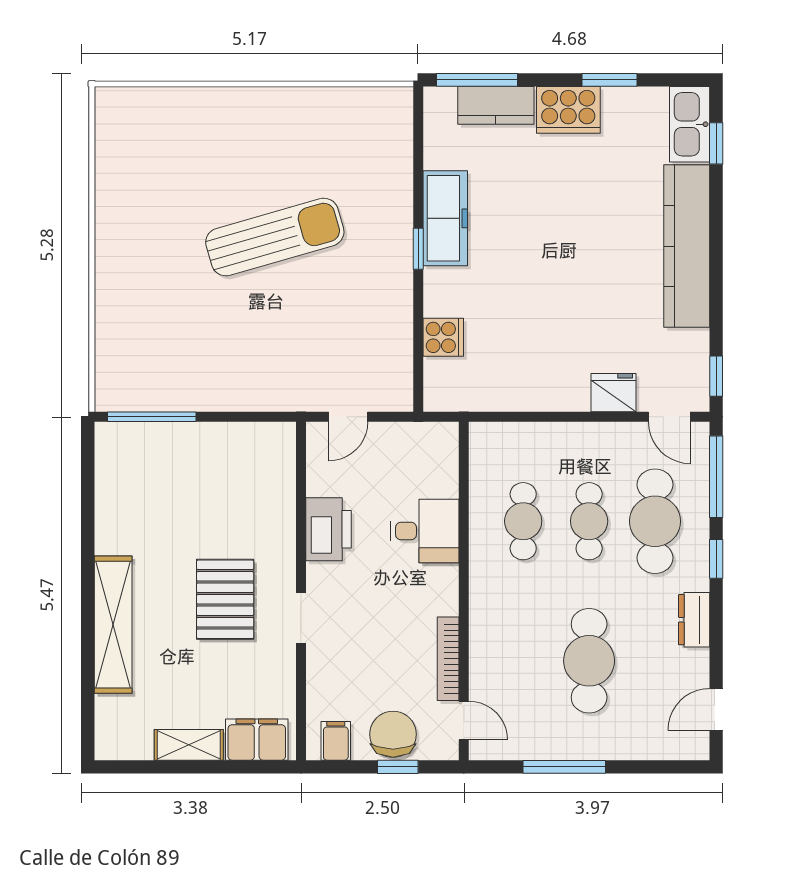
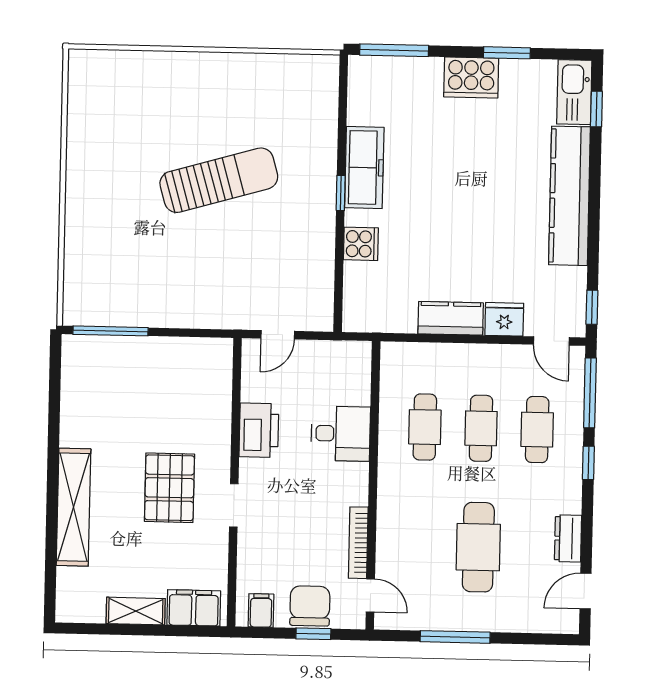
kitchen counter: (496, 105) -> (451, 318), moved, turned 180
cooker: (443, 337) -> (361, 244), moved
cafe table: (655, 521) -> (537, 430), width x0.73, depth x0.74
dresser: (694, 620) -> (568, 538), moved

